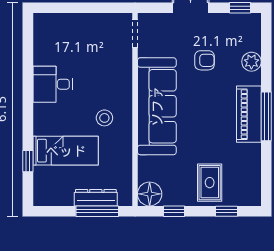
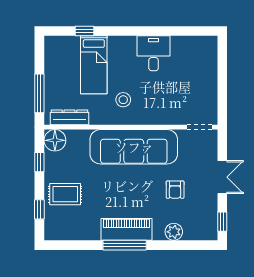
dresser: (96, 198) -> (70, 117), moved, turned -90

